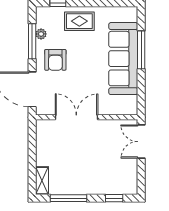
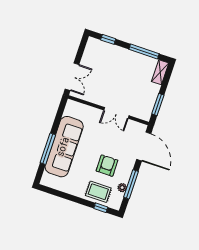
rug: (79, 21) -> (98, 192), moved
armchair: (55, 60) -> (107, 166), moved
double door: (76, 117) -> (116, 113), width x0.73
window: (32, 143) -> (158, 104), added

